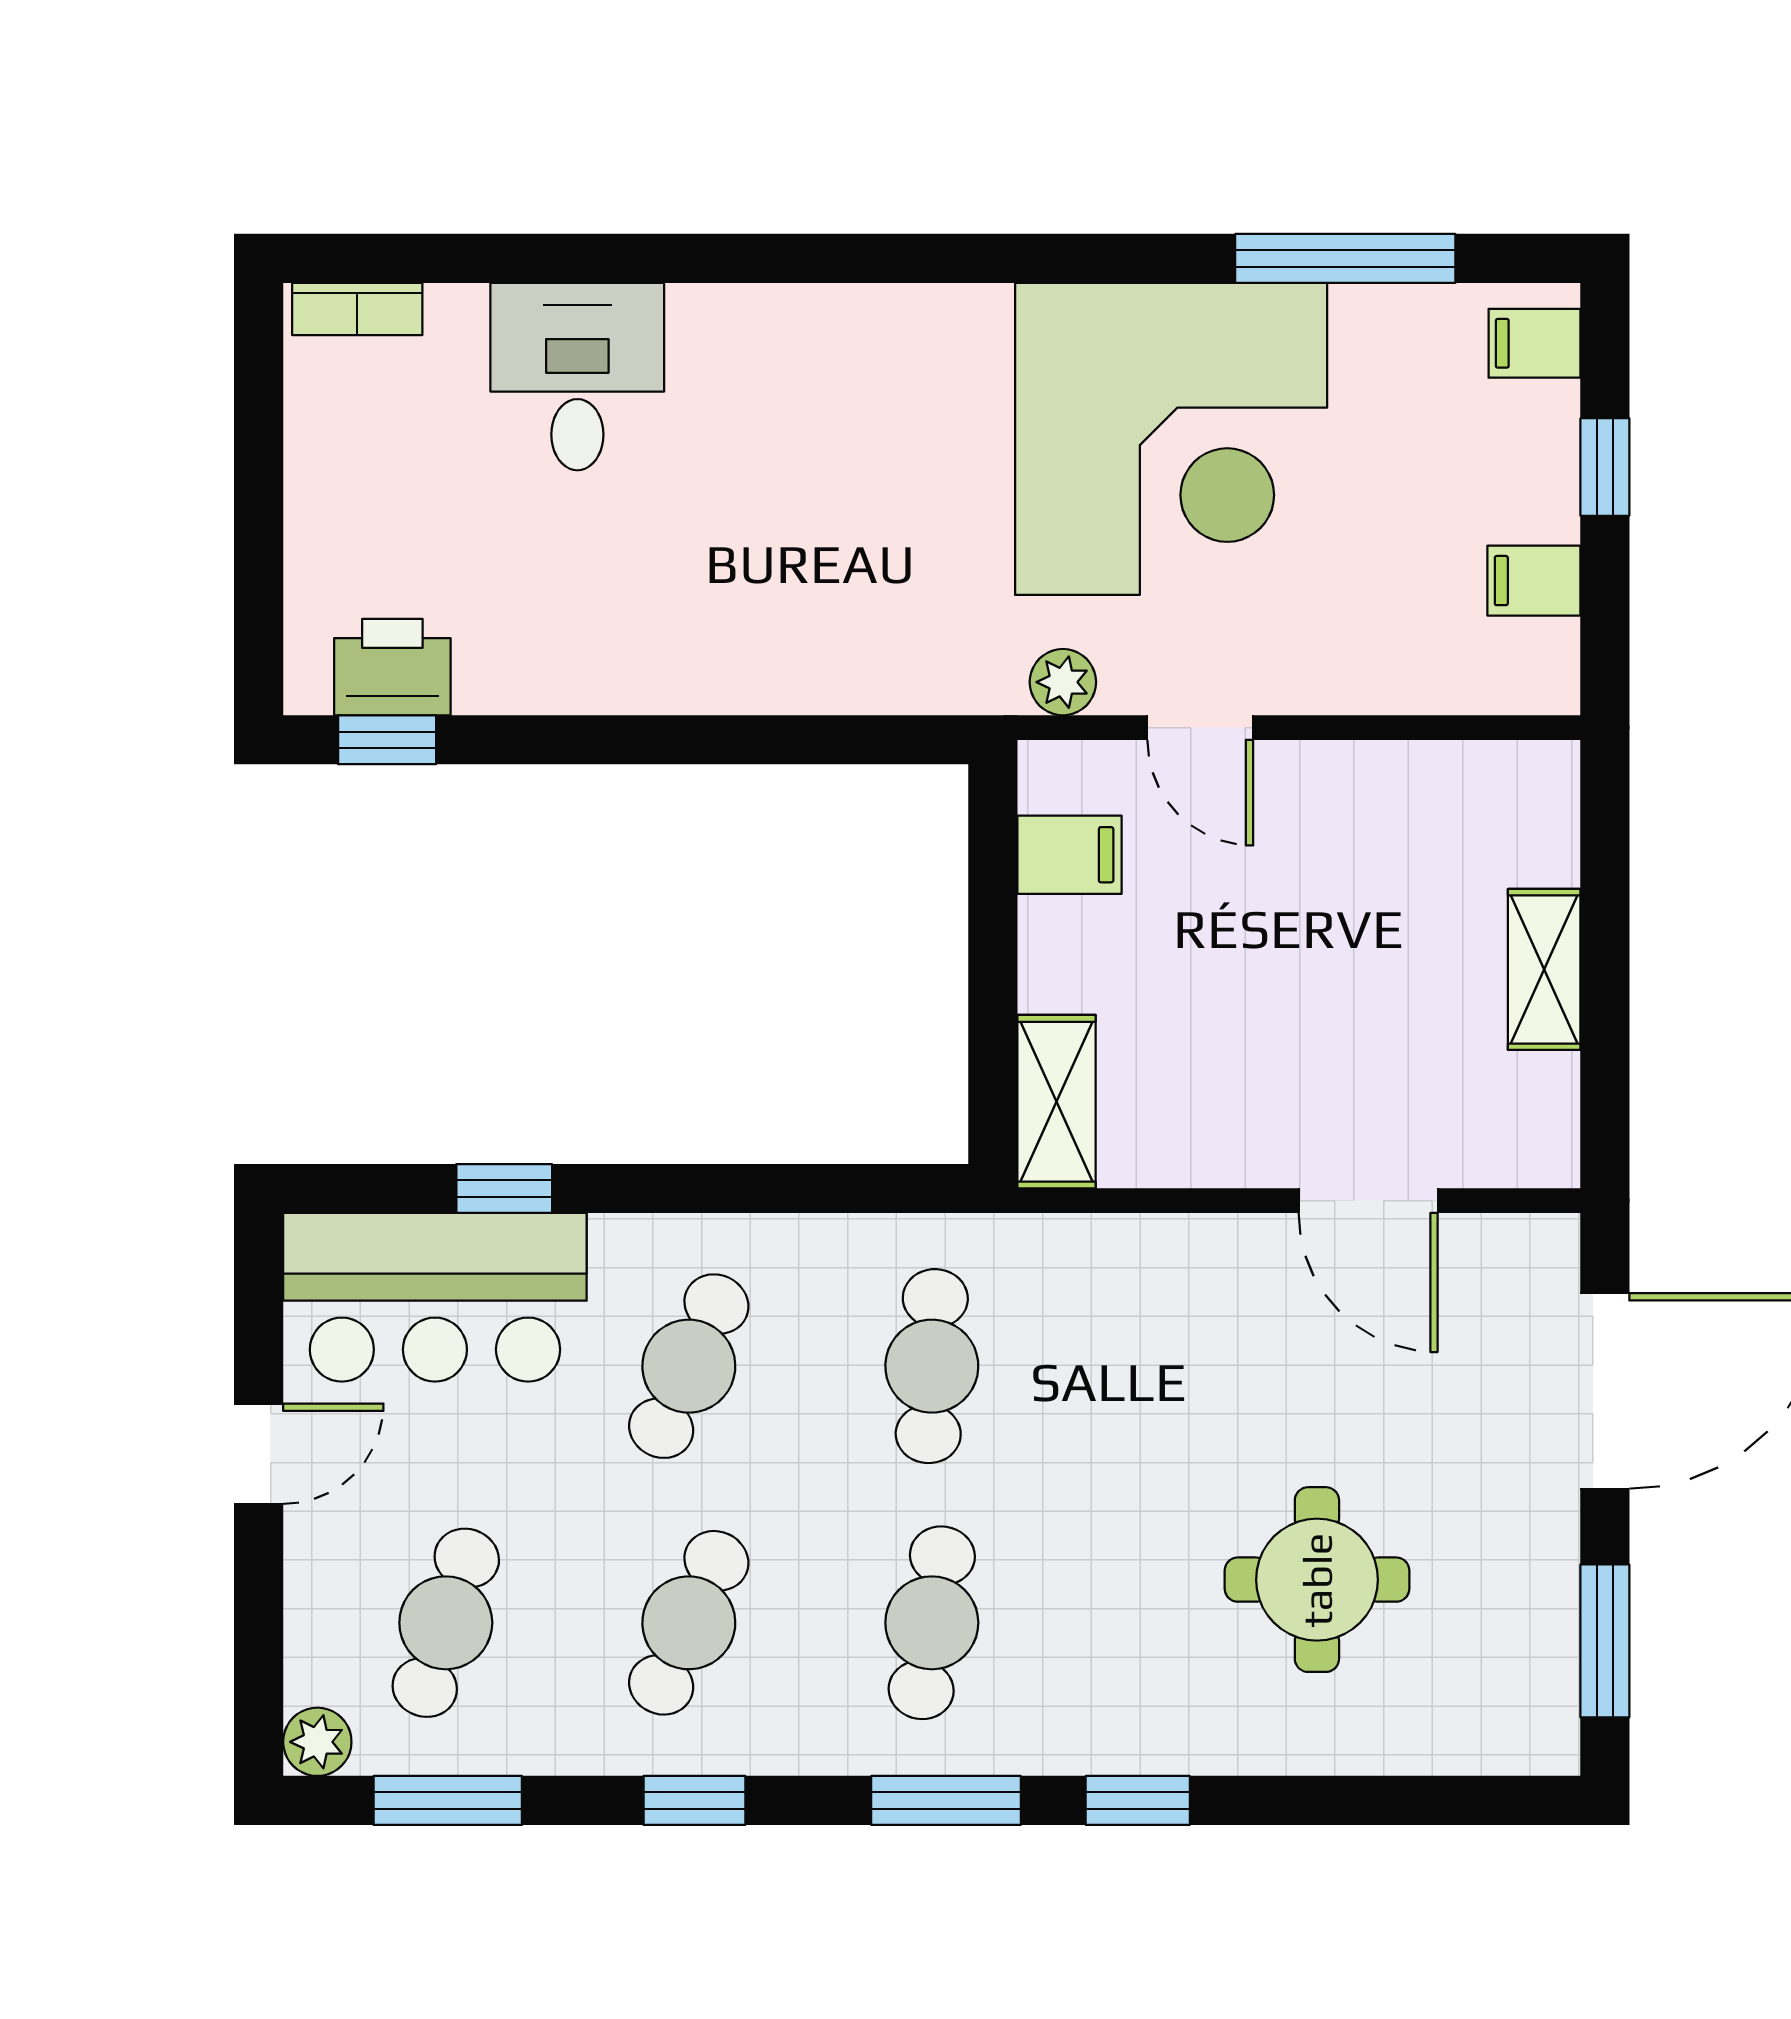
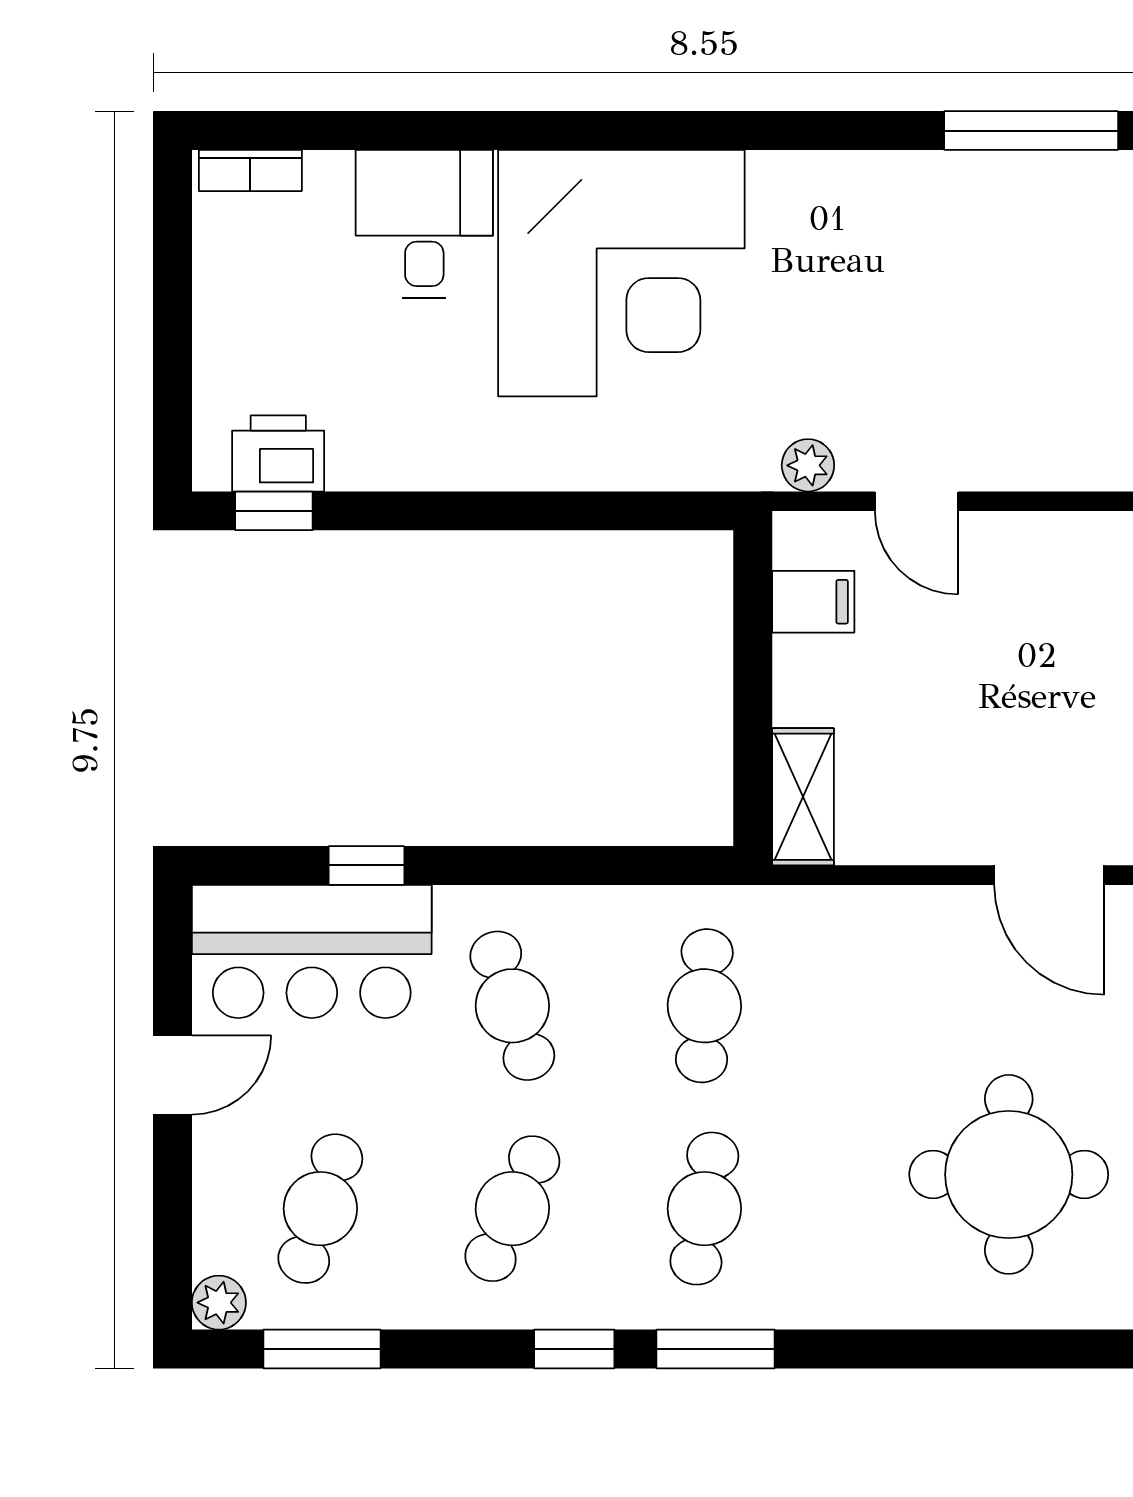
corner desk: (1171, 439) -> (621, 273), moved
cafe table: (689, 1366) -> (512, 1006), turned -42
round table: (1317, 1580) -> (1009, 1174), width x1.36, depth x1.36
window: (694, 1800) -> (574, 1349), moved
window: (1138, 1800) -> (867, 1349), removed

